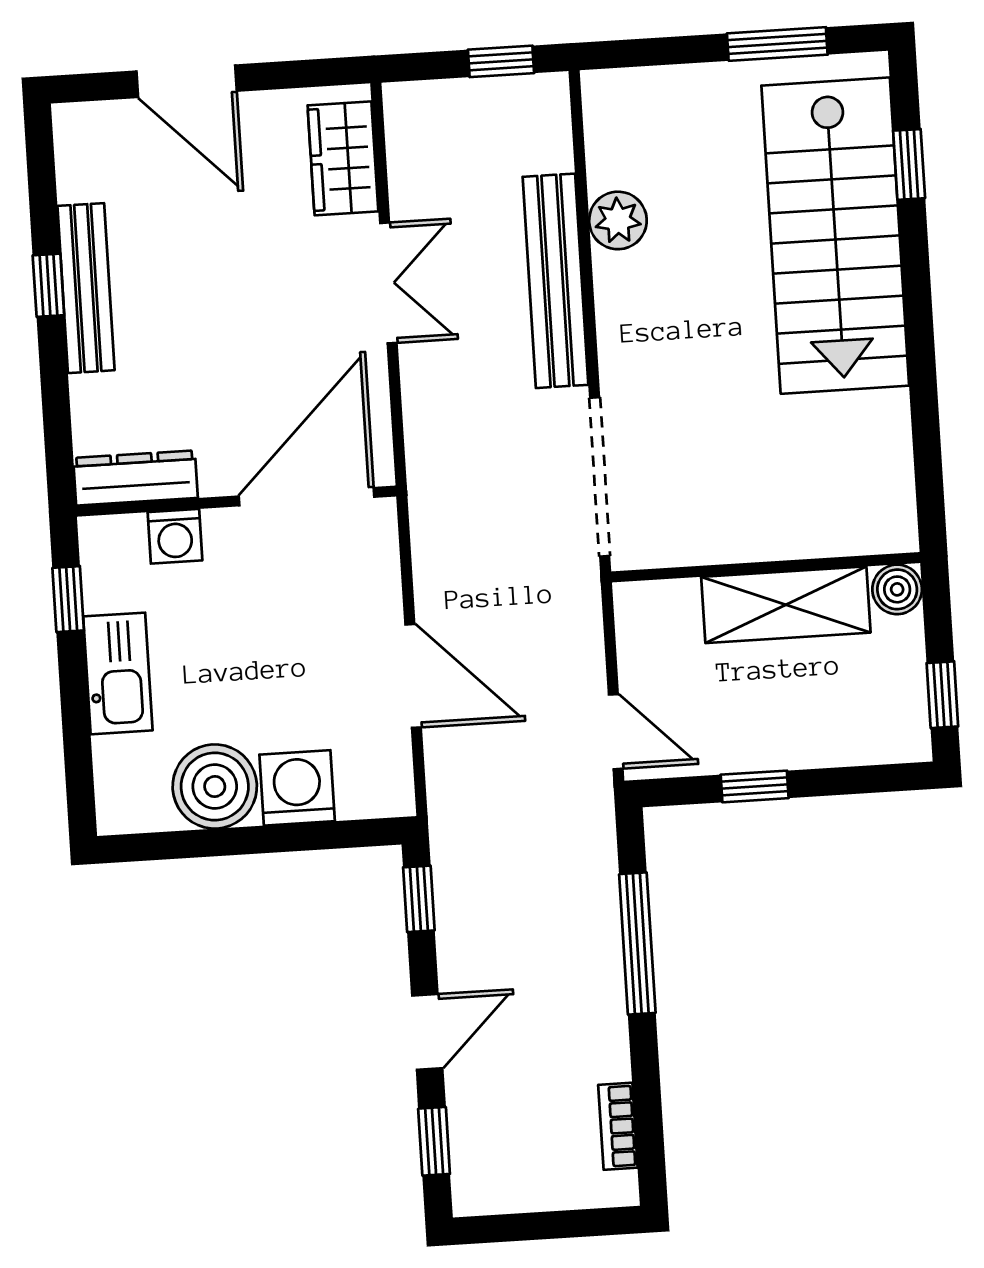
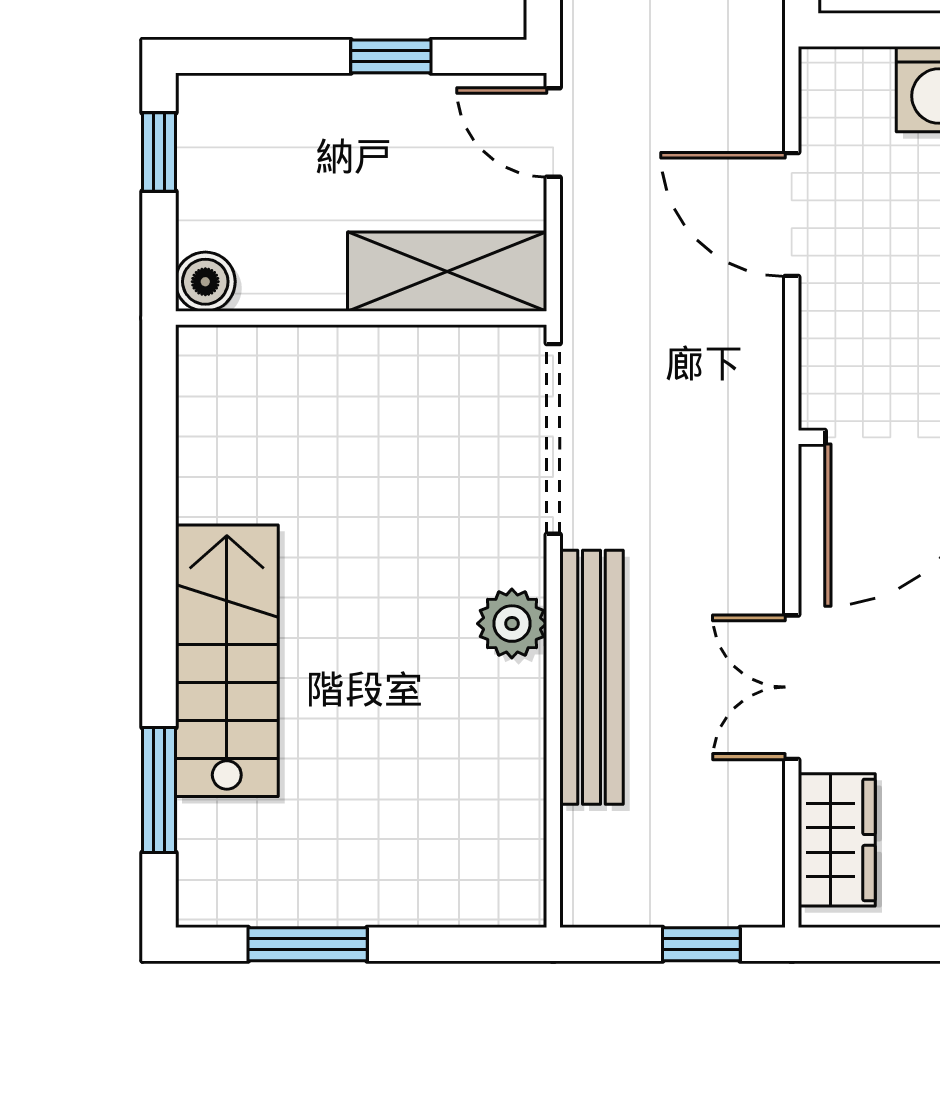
window: (501, 61) -> (701, 944), moved
window: (909, 164) -> (159, 790), width x1.50
plant: (618, 220) -> (512, 624), moved
stairs: (835, 236) -> (227, 661), width x0.73, depth x0.66
shelving: (786, 605) -> (447, 272), moved

